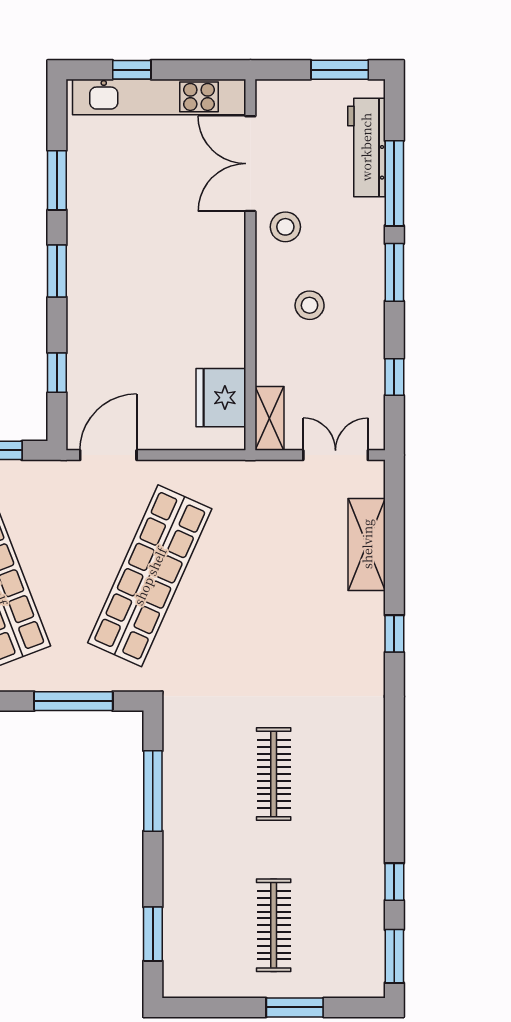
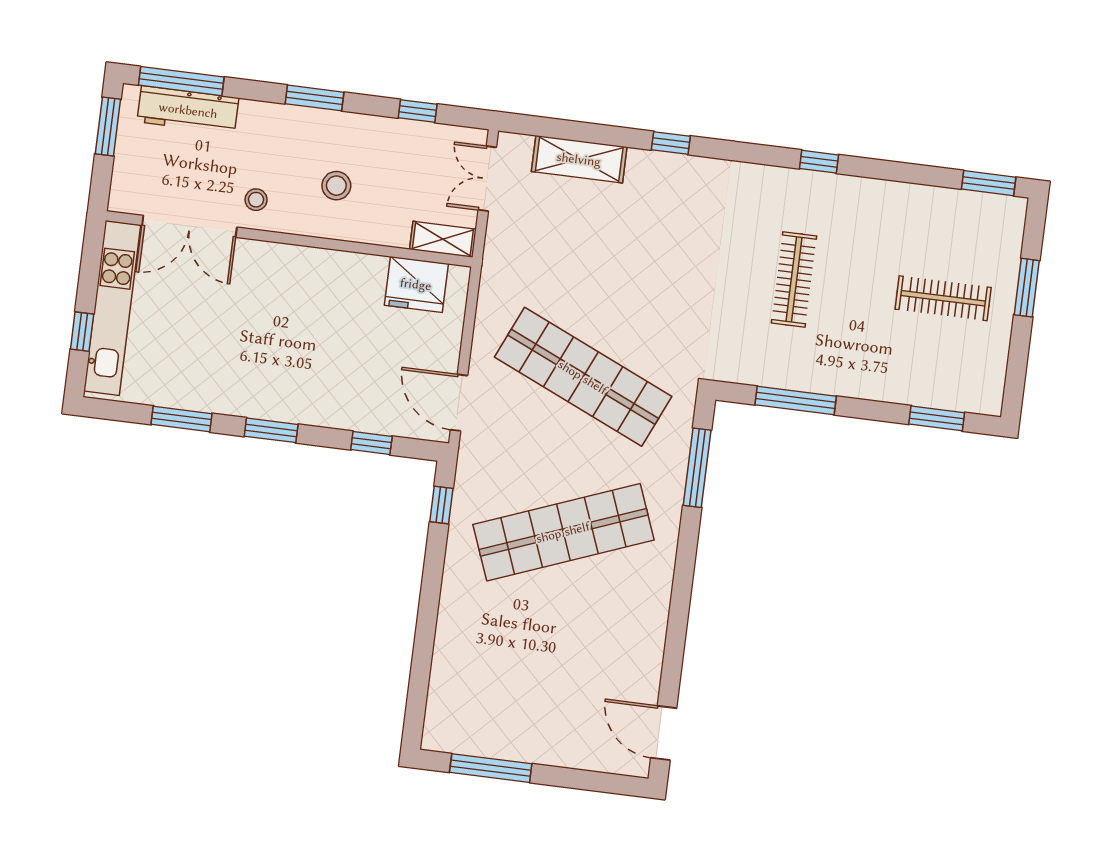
window: (394, 183) -> (181, 81), moved
stool: (285, 227) -> (256, 200), width x0.73, depth x0.73
clothes rail: (274, 774) -> (794, 279), turned 90
window: (394, 882) -> (819, 162), moved

